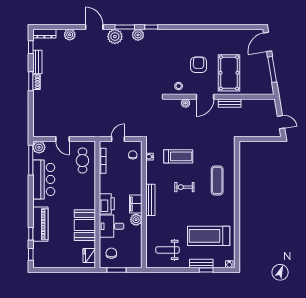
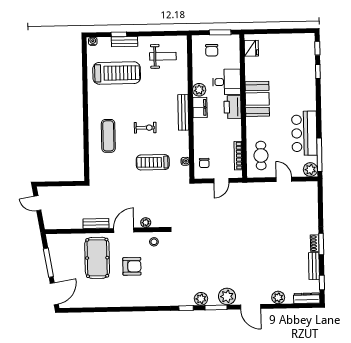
armchair: (199, 65) -> (132, 266), turned -91
piano: (40, 224) -> (307, 83), removed
booth: (85, 225) -> (257, 99), moved
chair: (111, 253) -> (212, 50), moved

